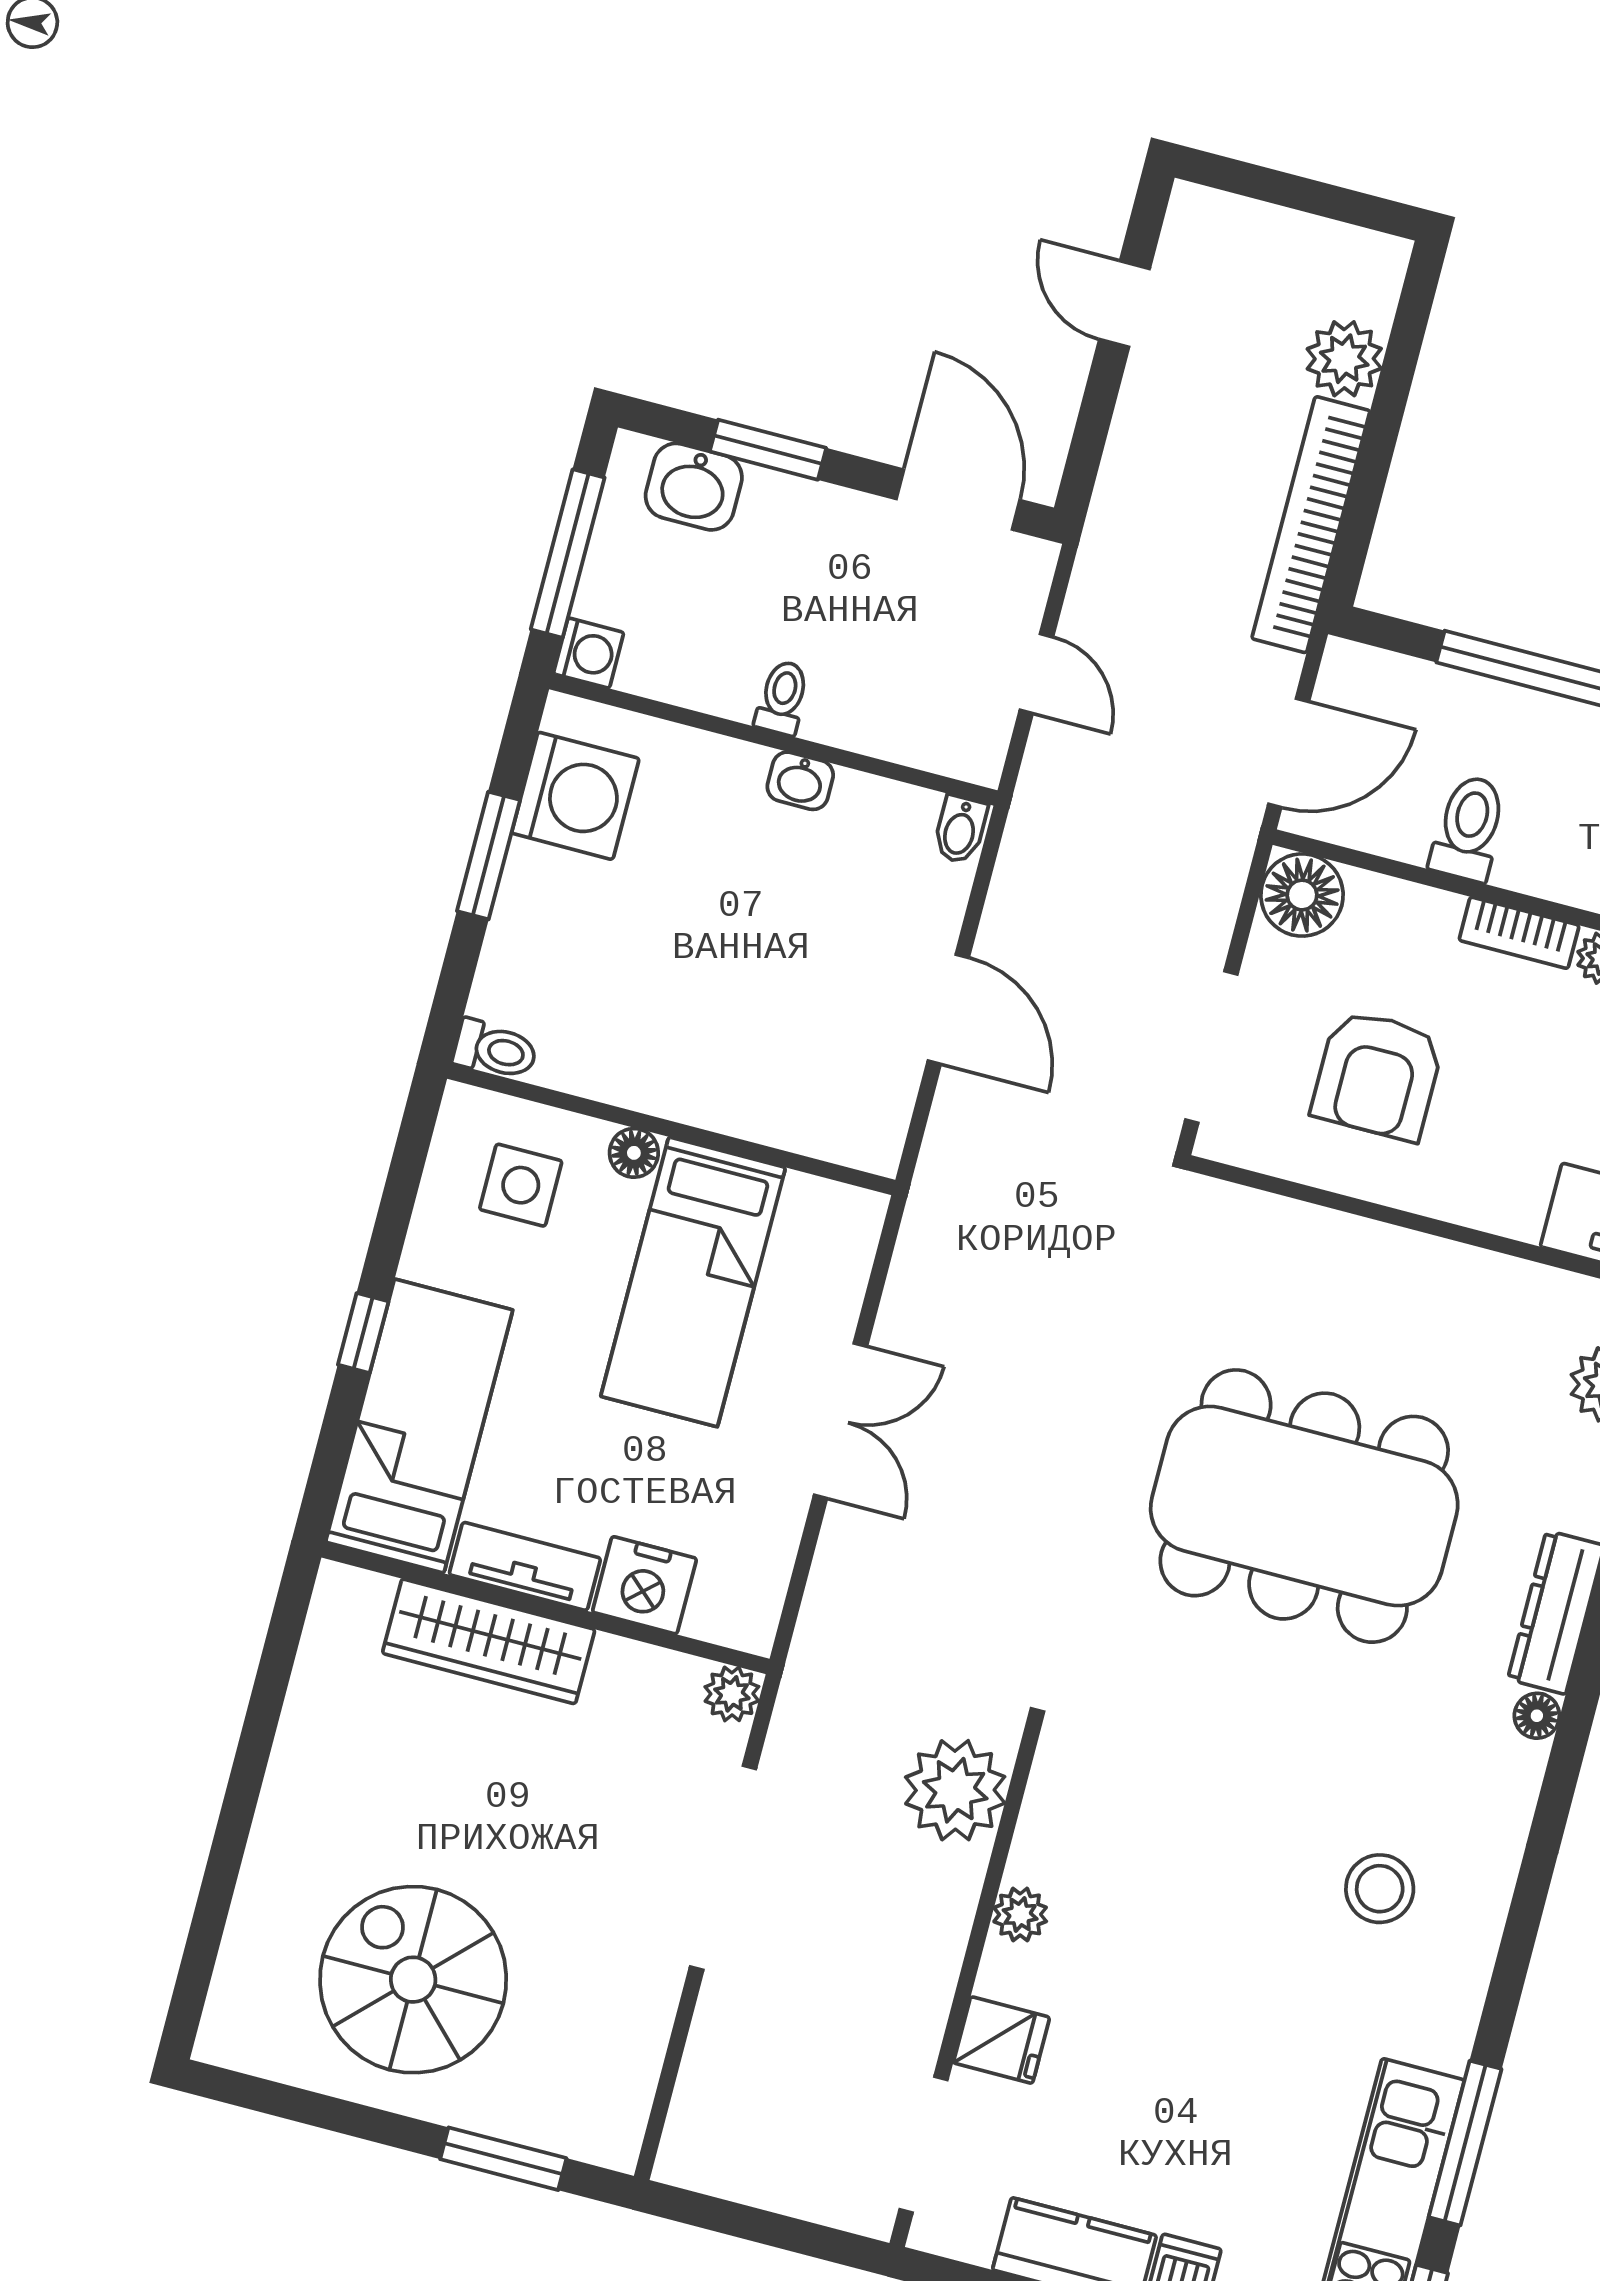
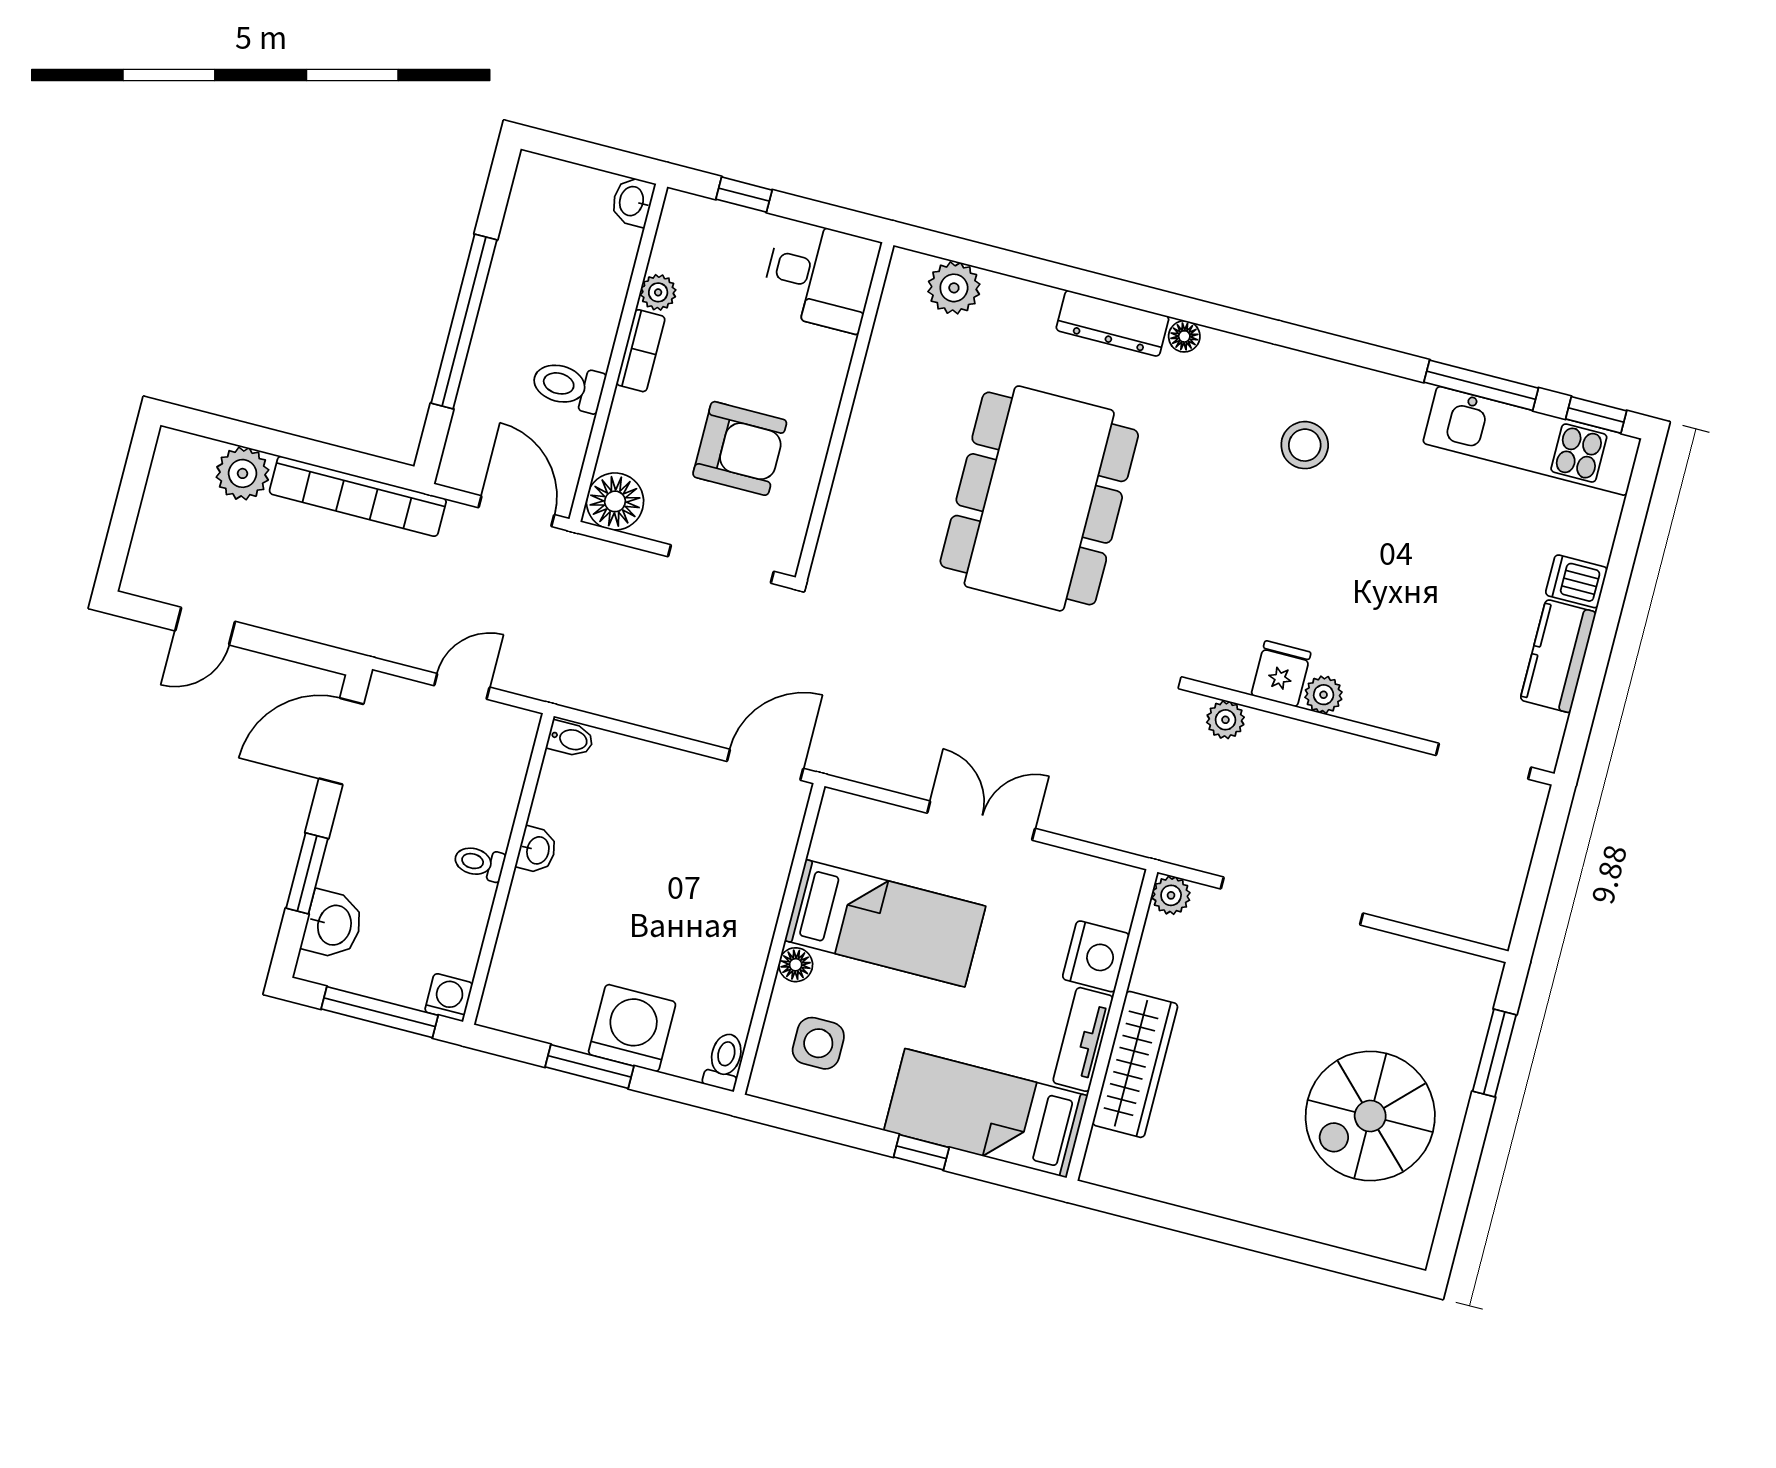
washing machine: (575, 796) -> (632, 1028), moved
door: (948, 1009) -> (765, 765), moved
plant: (955, 1790) -> (1225, 720), width x0.53, depth x0.53
fridge: (1001, 2040) -> (1281, 674), moved

